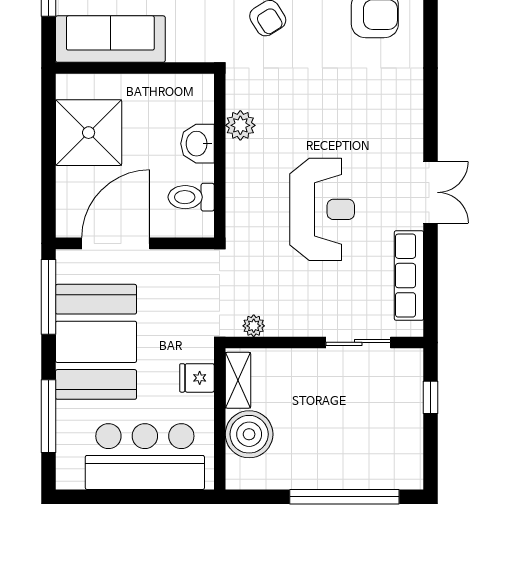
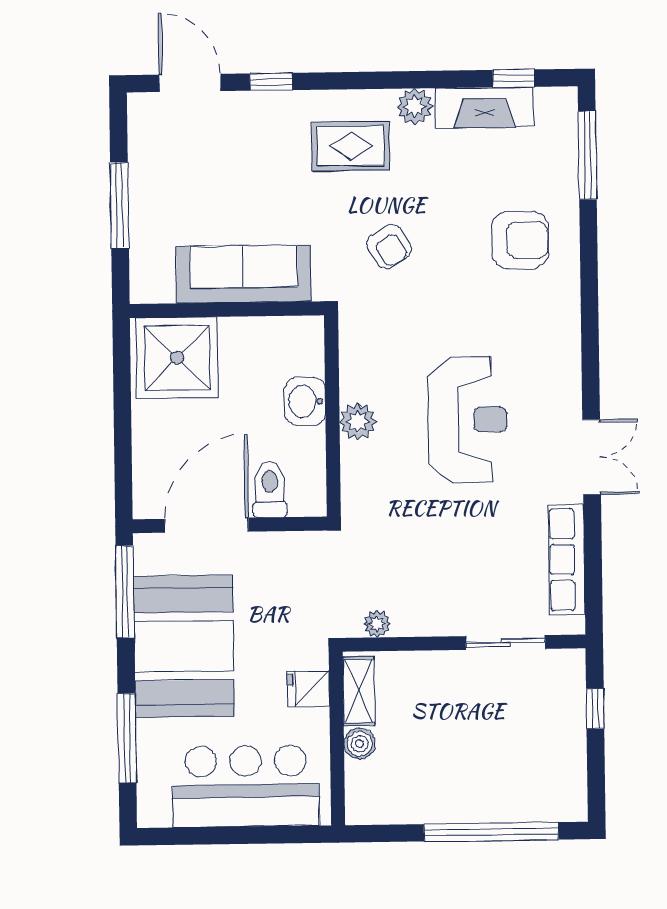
sofa: (110, 39) -> (244, 274), moved
plant: (240, 125) -> (358, 422), moved
shower: (89, 133) -> (177, 358), moved
toilet: (191, 197) -> (270, 489), moved, turned 90
reception desk: (322, 209) -> (467, 420), moved
boiler: (249, 434) -> (360, 744), width x0.54, depth x0.54

